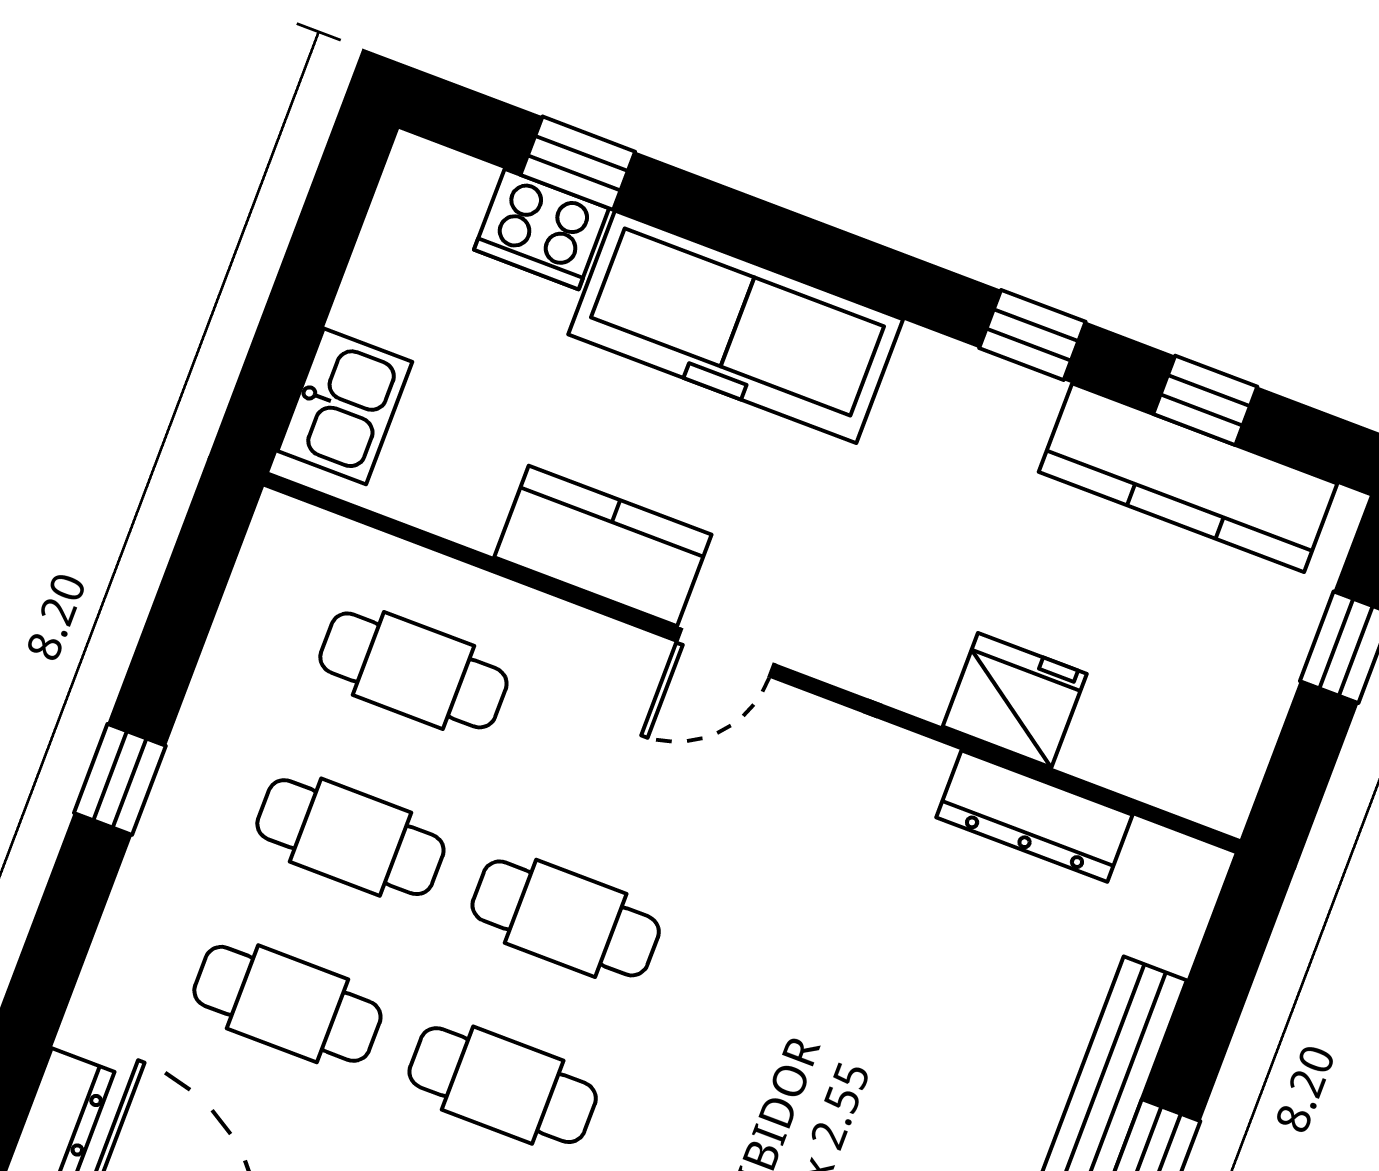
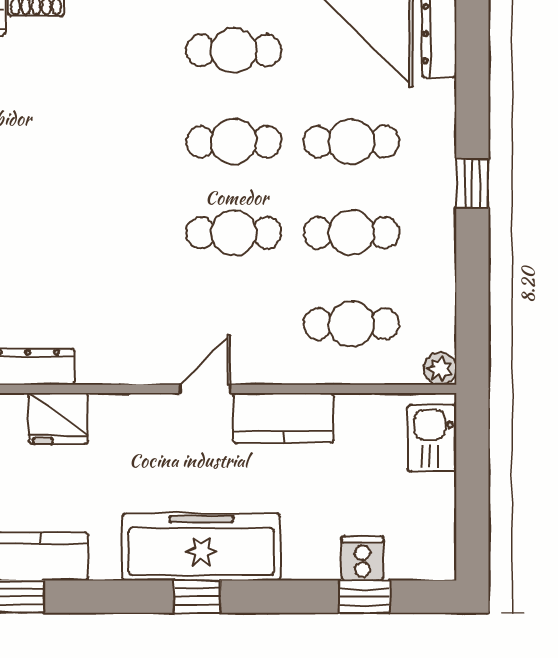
cooker: (542, 229) -> (362, 559), width x0.73
freezer: (736, 327) -> (201, 547), moved
window: (1032, 335) -> (197, 597), moved
plant: (282, 527) -> (440, 369), added
window: (120, 779) -> (472, 183), moved

